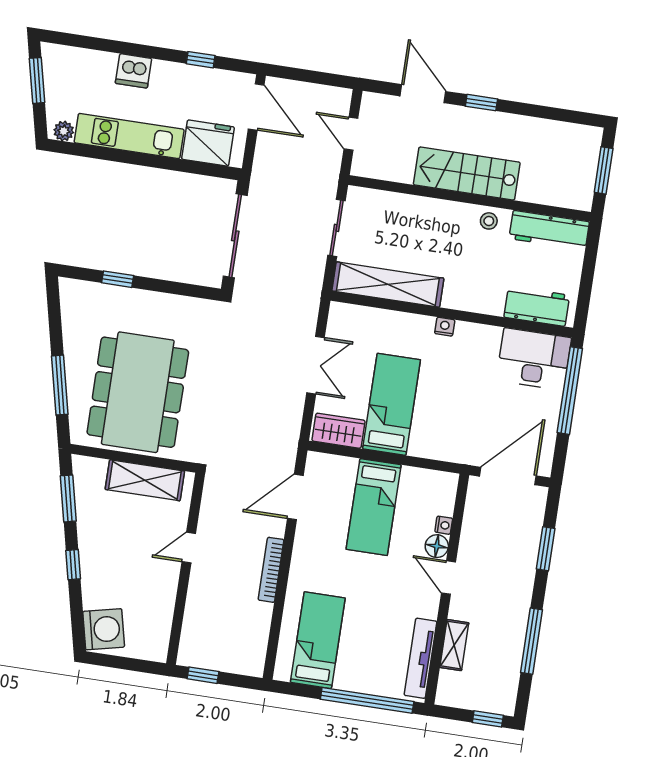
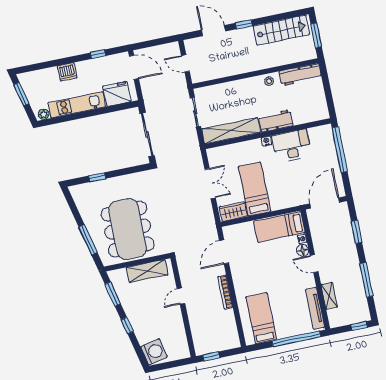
stairs: (467, 173) -> (281, 30), moved, turned 180
workbench: (537, 306) -> (276, 121), moved
desk: (534, 359) -> (292, 146), moved
bed: (374, 507) -> (279, 227), moved, turned 90

